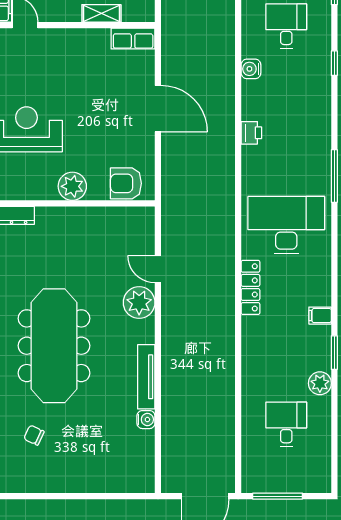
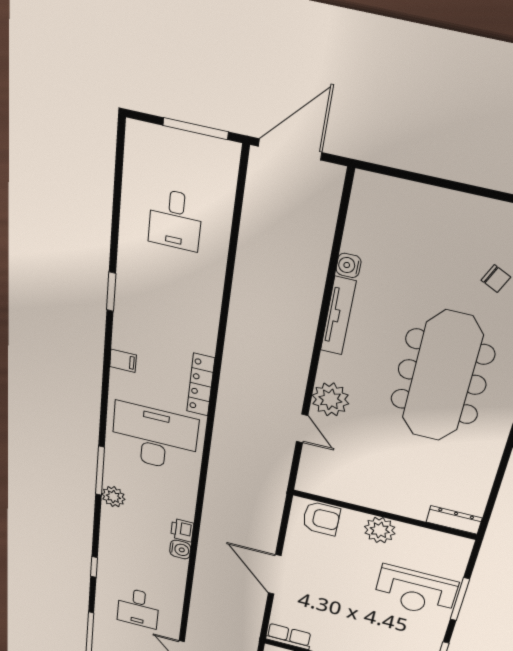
water cooler: (251, 69) -> (180, 550), moved
desk: (286, 225) -> (154, 437), turned 180
filing cabinet: (320, 316) -> (123, 361), moved
plant: (320, 383) -> (113, 497), moved

